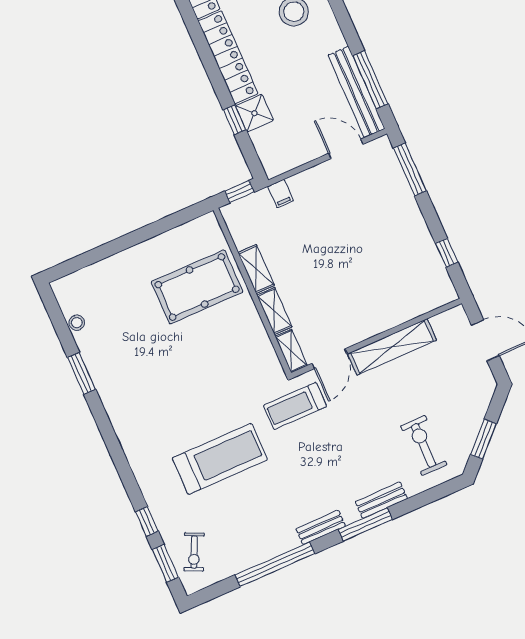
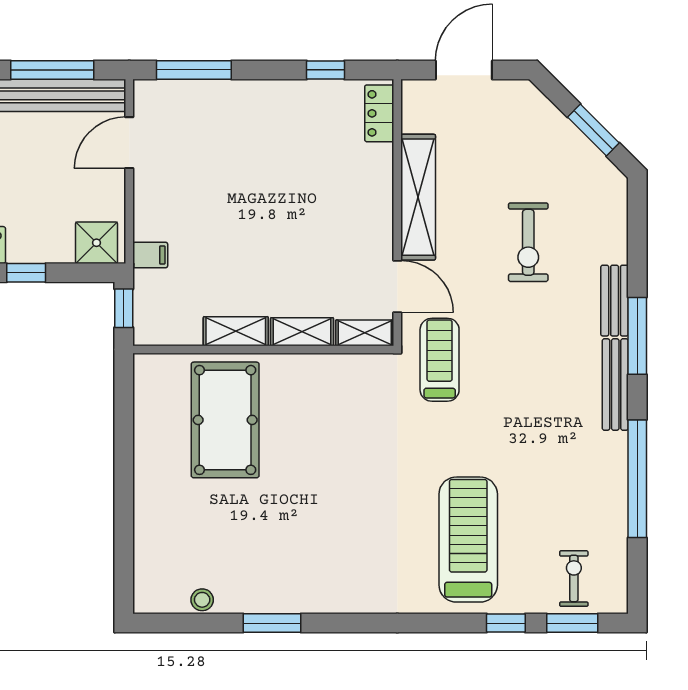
shower: (254, 113) -> (96, 243), moved
locker: (434, 299) -> (379, 113), added
treadmill: (295, 406) -> (440, 360), turned 180
exercise bike: (424, 445) -> (528, 242), moved, turned -90
treadmill: (220, 459) -> (468, 540), moved
bench: (321, 528) -> (615, 385), width x1.36
exercise bike: (194, 552) -> (574, 578), turned -115

